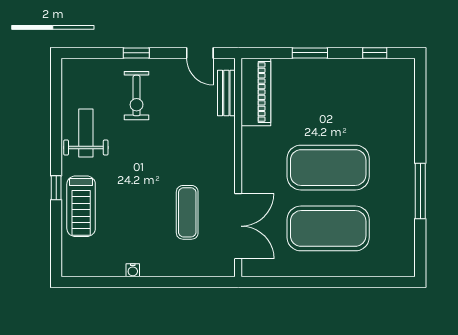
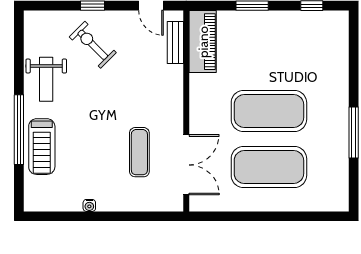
exercise bike: (137, 96) -> (93, 45), turned 135
weight bench: (86, 133) -> (46, 79), turned 180
window: (56, 188) -> (19, 130), width x3.17

